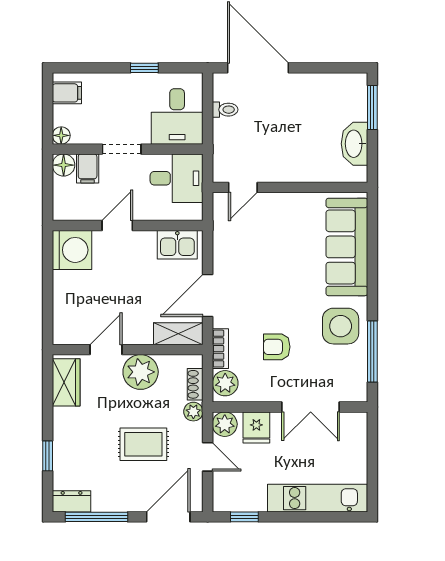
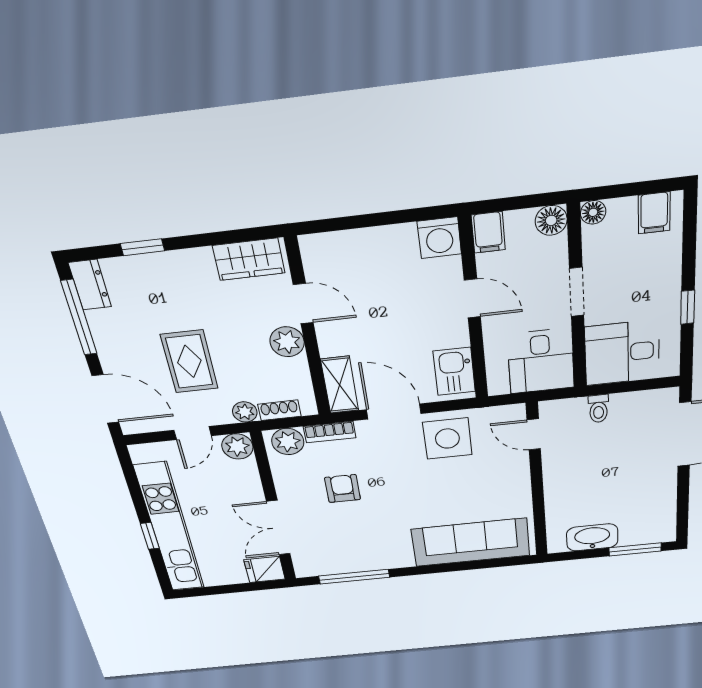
toilet: (225, 110) -> (598, 409), moved
filing cabinet: (88, 168) -> (488, 232), moved, turned -90
washing machine: (72, 250) -> (439, 238), width x0.73, depth x0.73
side table: (341, 326) -> (447, 439), moved
plant: (141, 372) -> (287, 342), width x0.73, depth x0.73
fridge: (256, 427) -> (265, 570), moved
kitchen unit: (317, 498) -> (170, 528), width x1.36
window: (244, 517) -> (150, 536), moved

